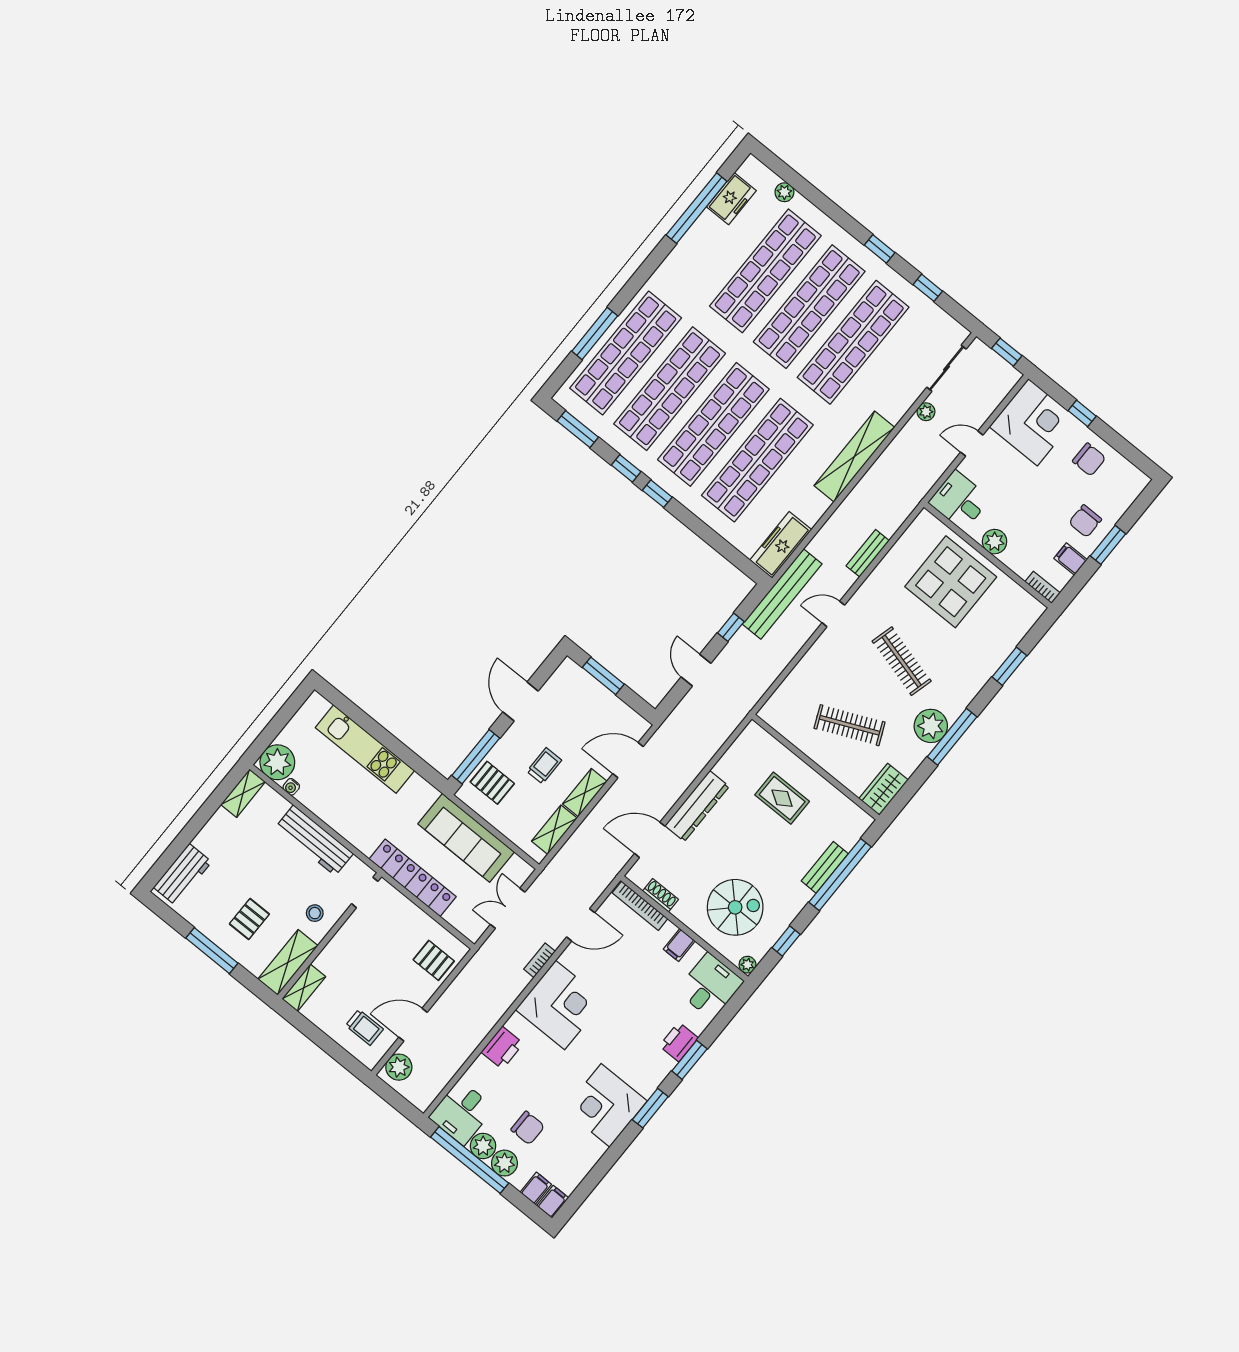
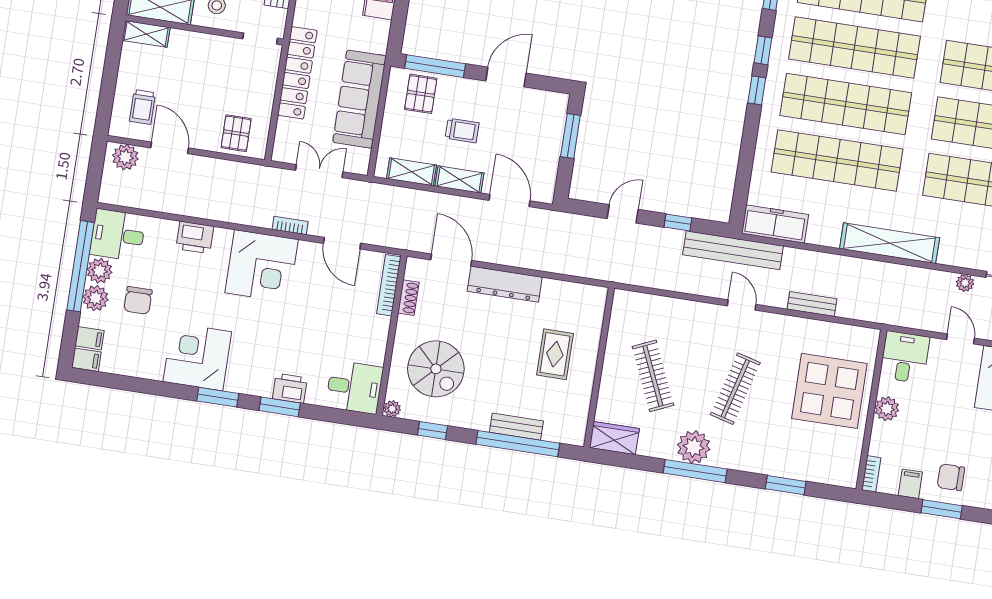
filing cabinet: (679, 945) -> (375, 339), removed

